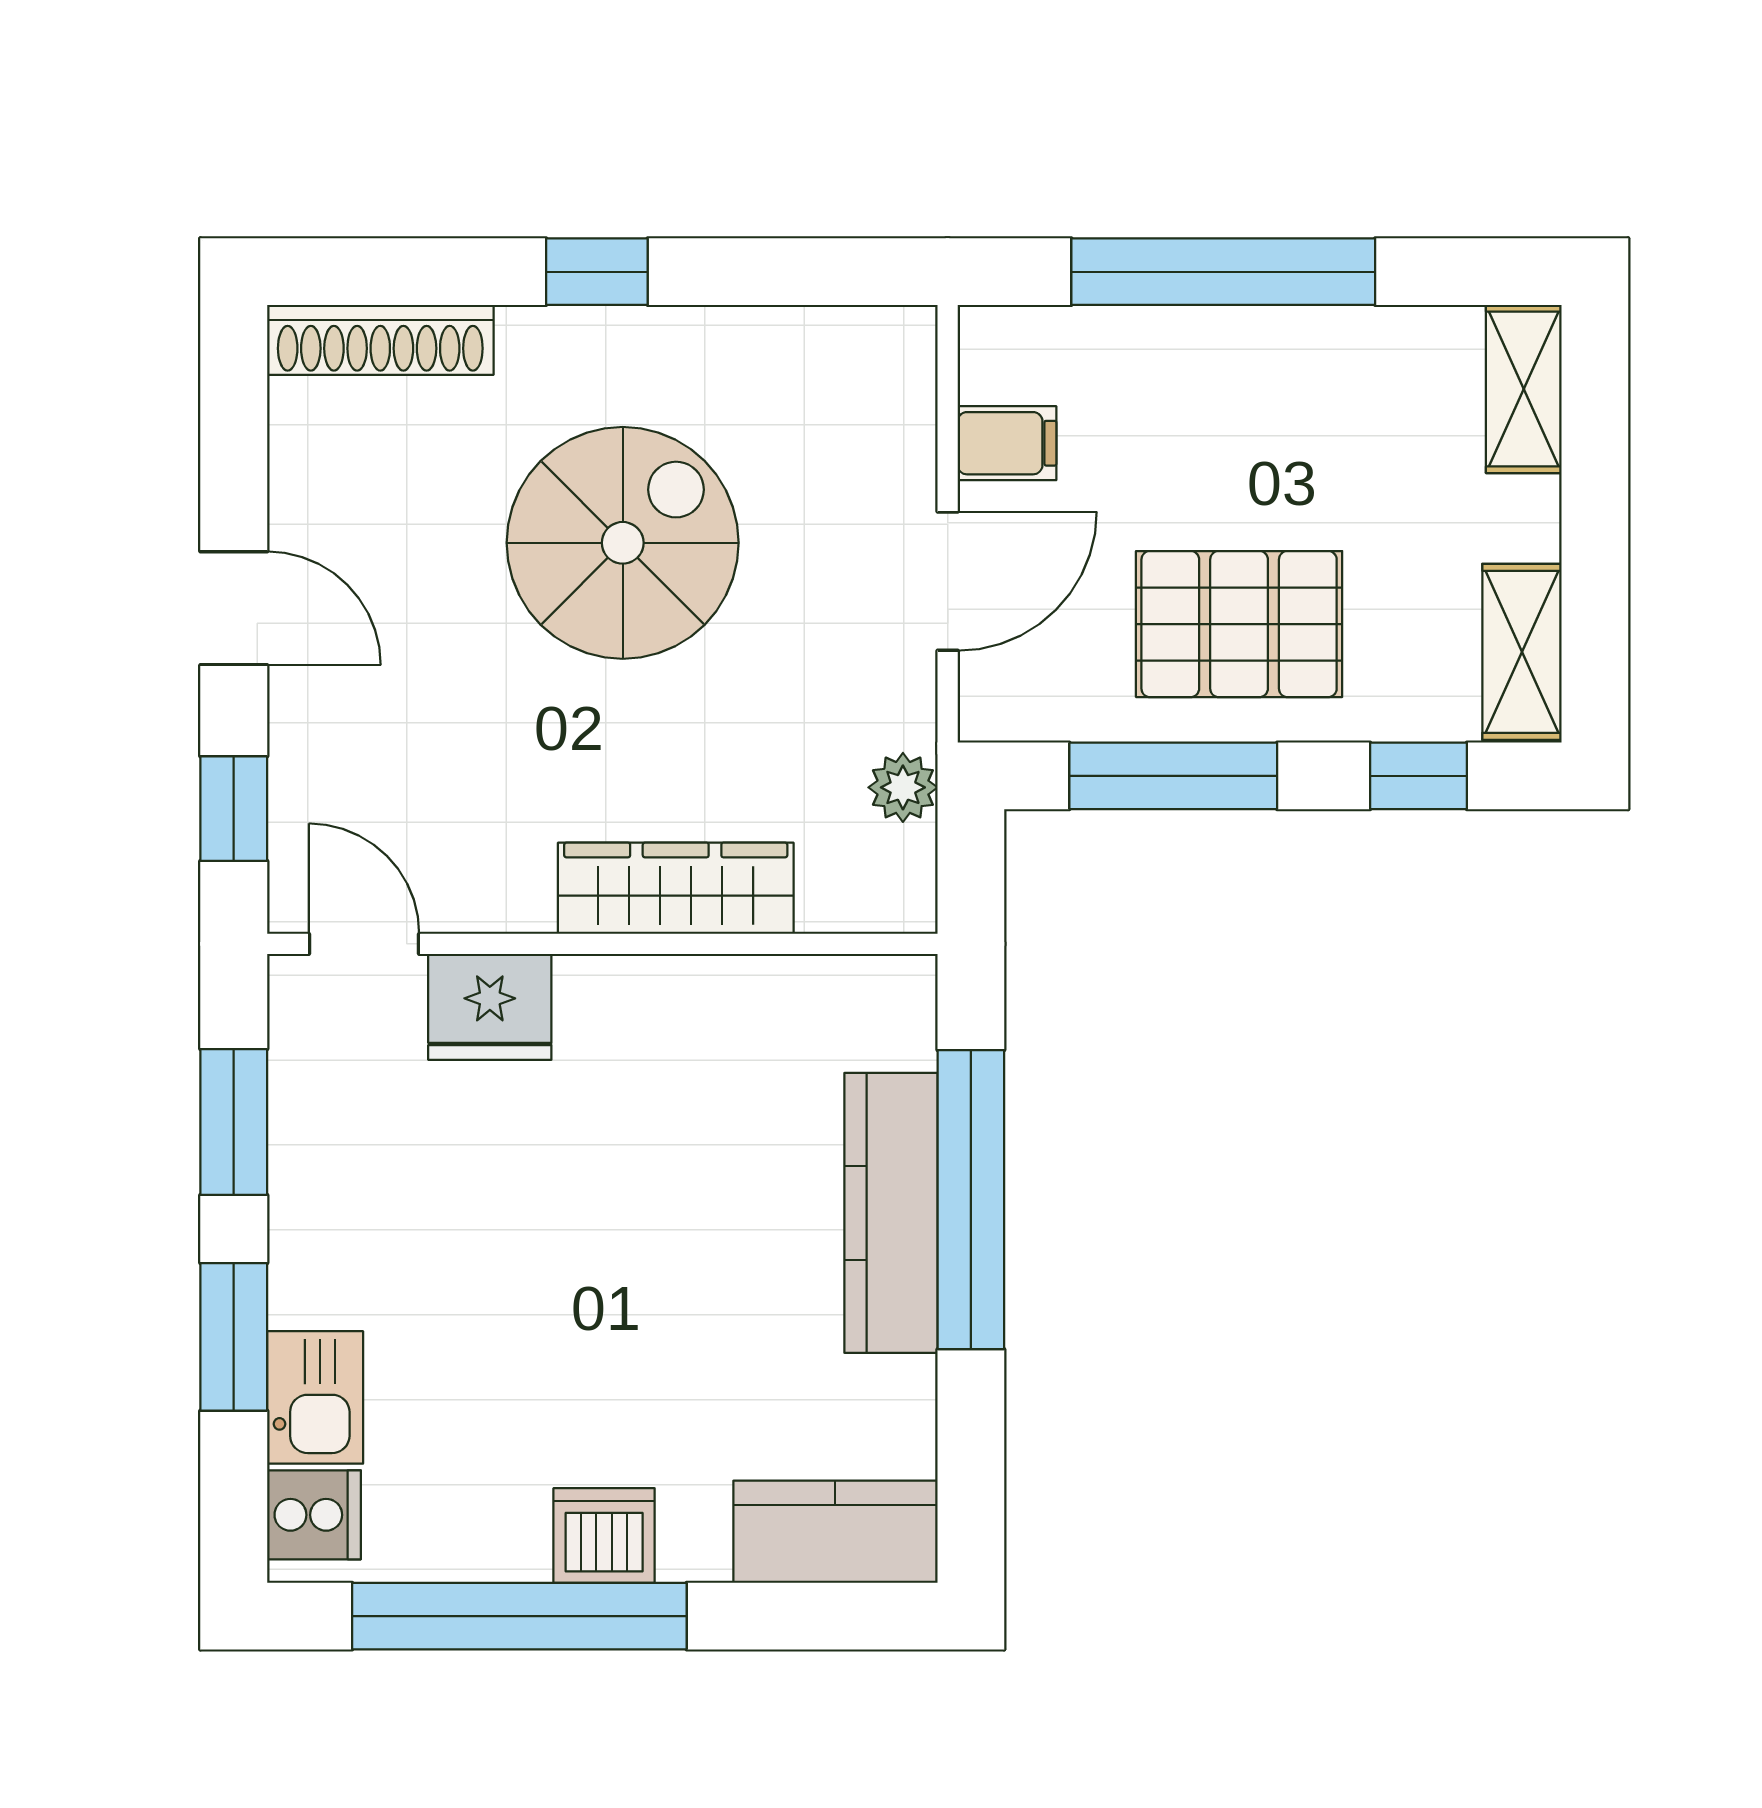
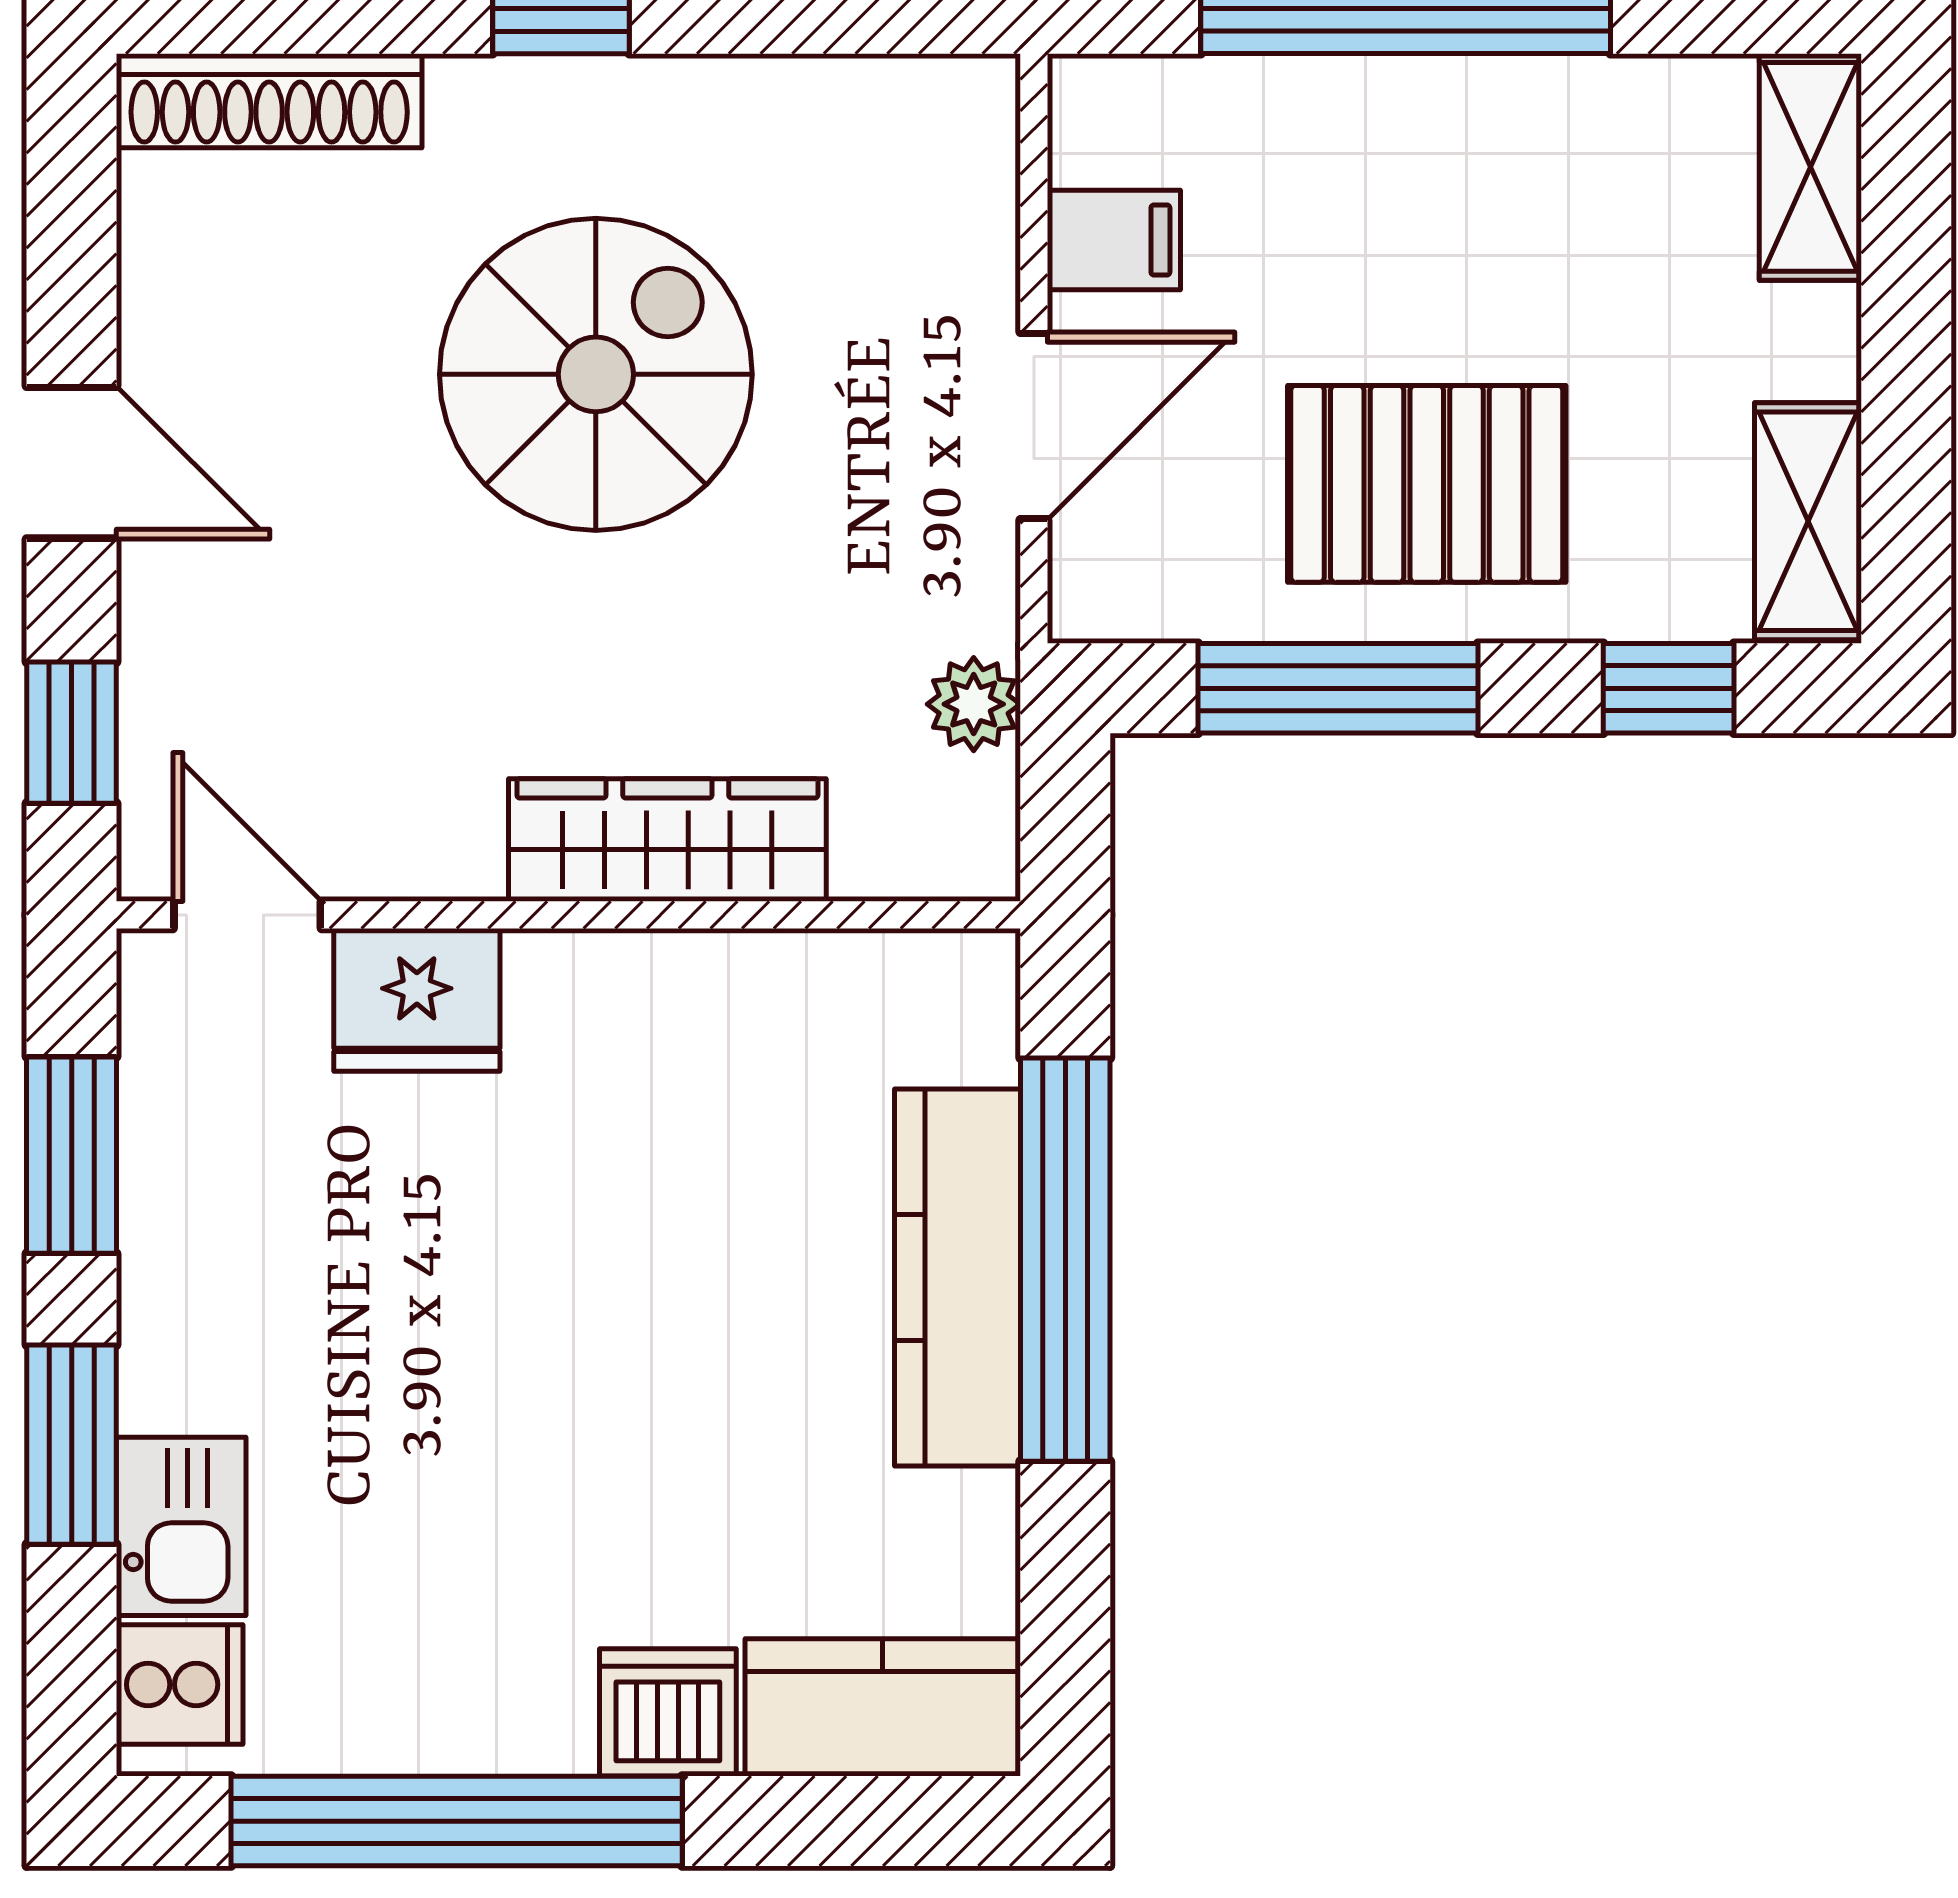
dishwasher: (604, 1535) -> (668, 1712), moved

